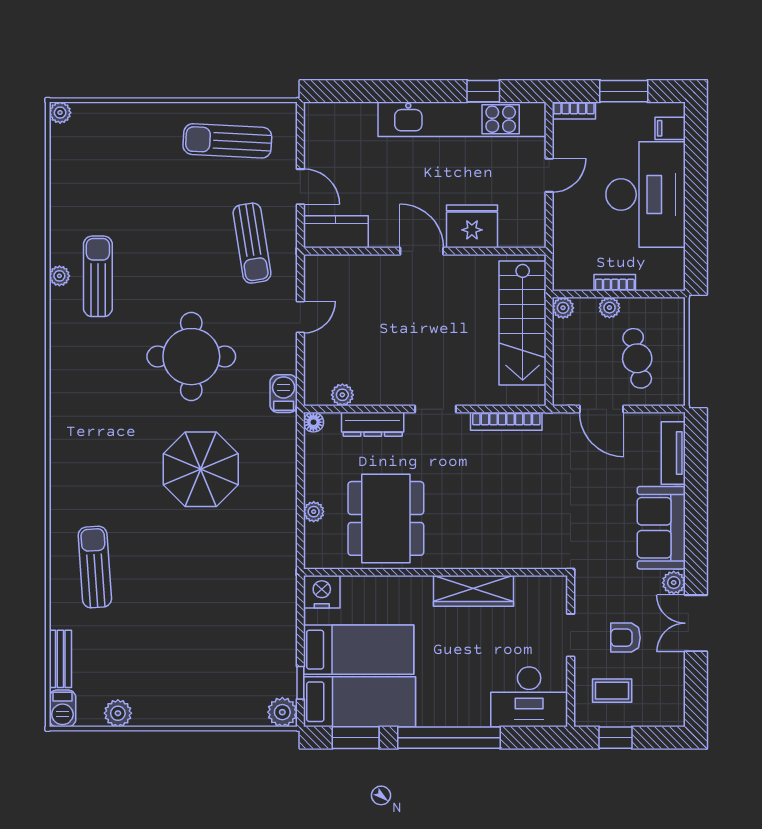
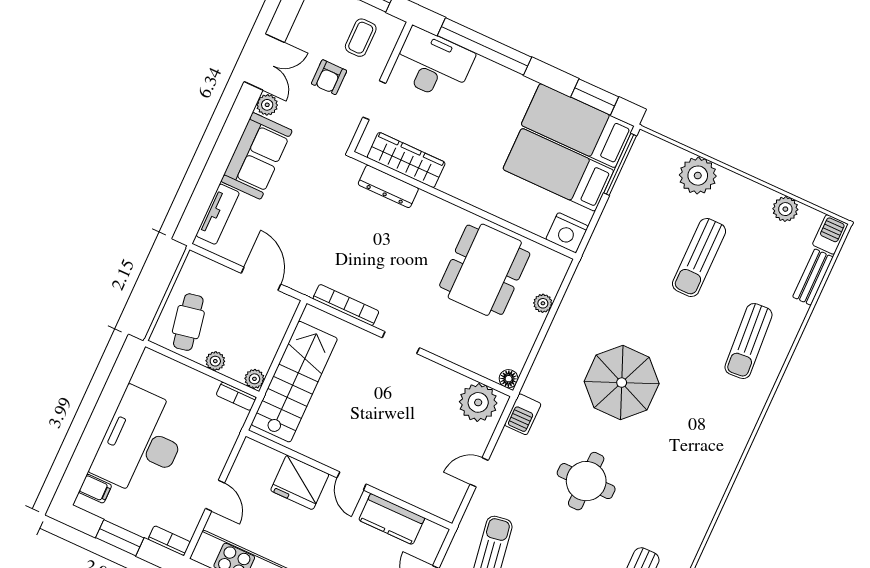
door: (549, 175) -> (215, 496), swing flipped
kitchen counter: (336, 232) -> (392, 519), moved
door: (422, 251) -> (352, 481), width x0.73
bookcase: (615, 283) -> (236, 396), moved
round table: (191, 357) -> (586, 481), width x0.73, depth x0.73
cafe table: (637, 358) -> (188, 322), moved
plant: (342, 395) -> (478, 402), width x1.88, depth x1.88
dresser: (373, 424) -> (388, 186), moved, turned 180
wardrobe: (473, 591) -> (406, 160), moved
sun lounger: (181, 627) -> (699, 257), added
armchair: (625, 638) -> (329, 77), turned 90
window: (300, 683) -> (620, 164), width x2.17
coffee table: (612, 691) -> (361, 38), turned 90
plant: (282, 712) -> (698, 176), moved, width x1.36, depth x1.36
window: (449, 738) -> (484, 46), moved

